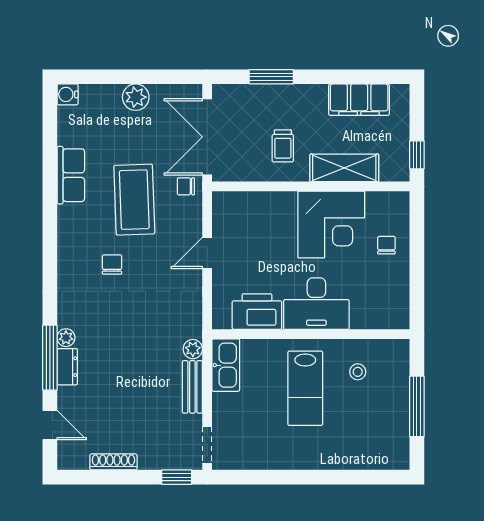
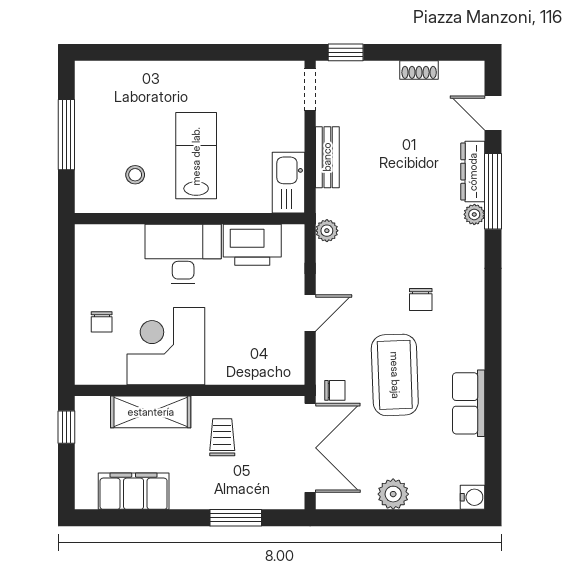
plant: (193, 349) -> (327, 231), moved
dresser: (67, 367) -> (473, 172), width x1.44
shoe rack: (113, 462) -> (419, 70), width x0.70

